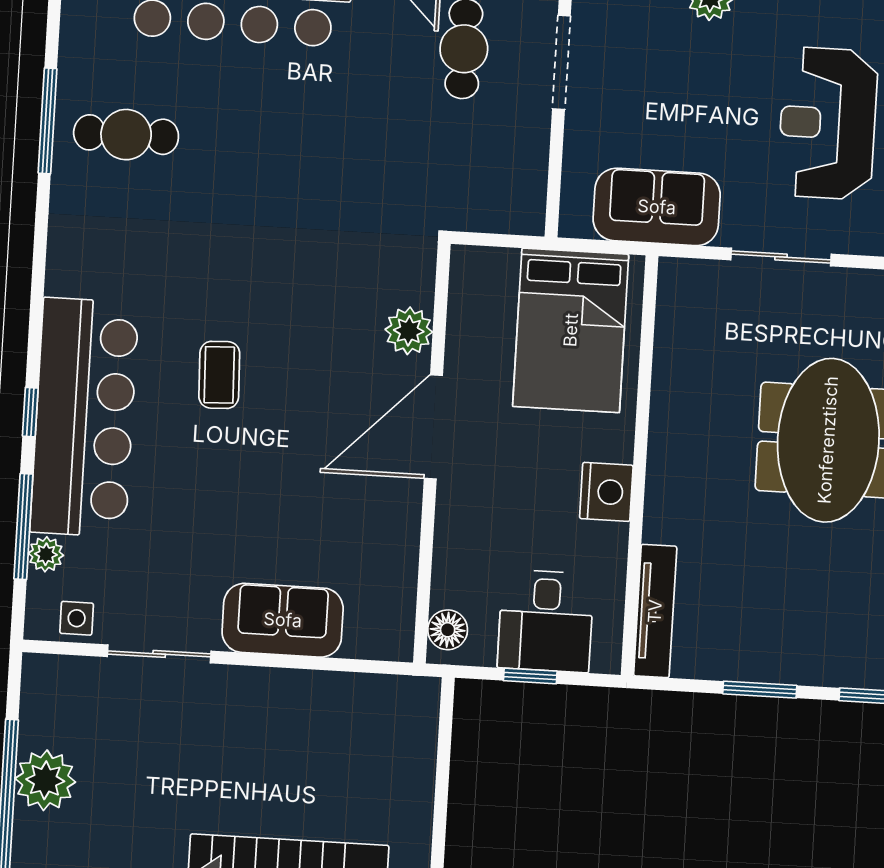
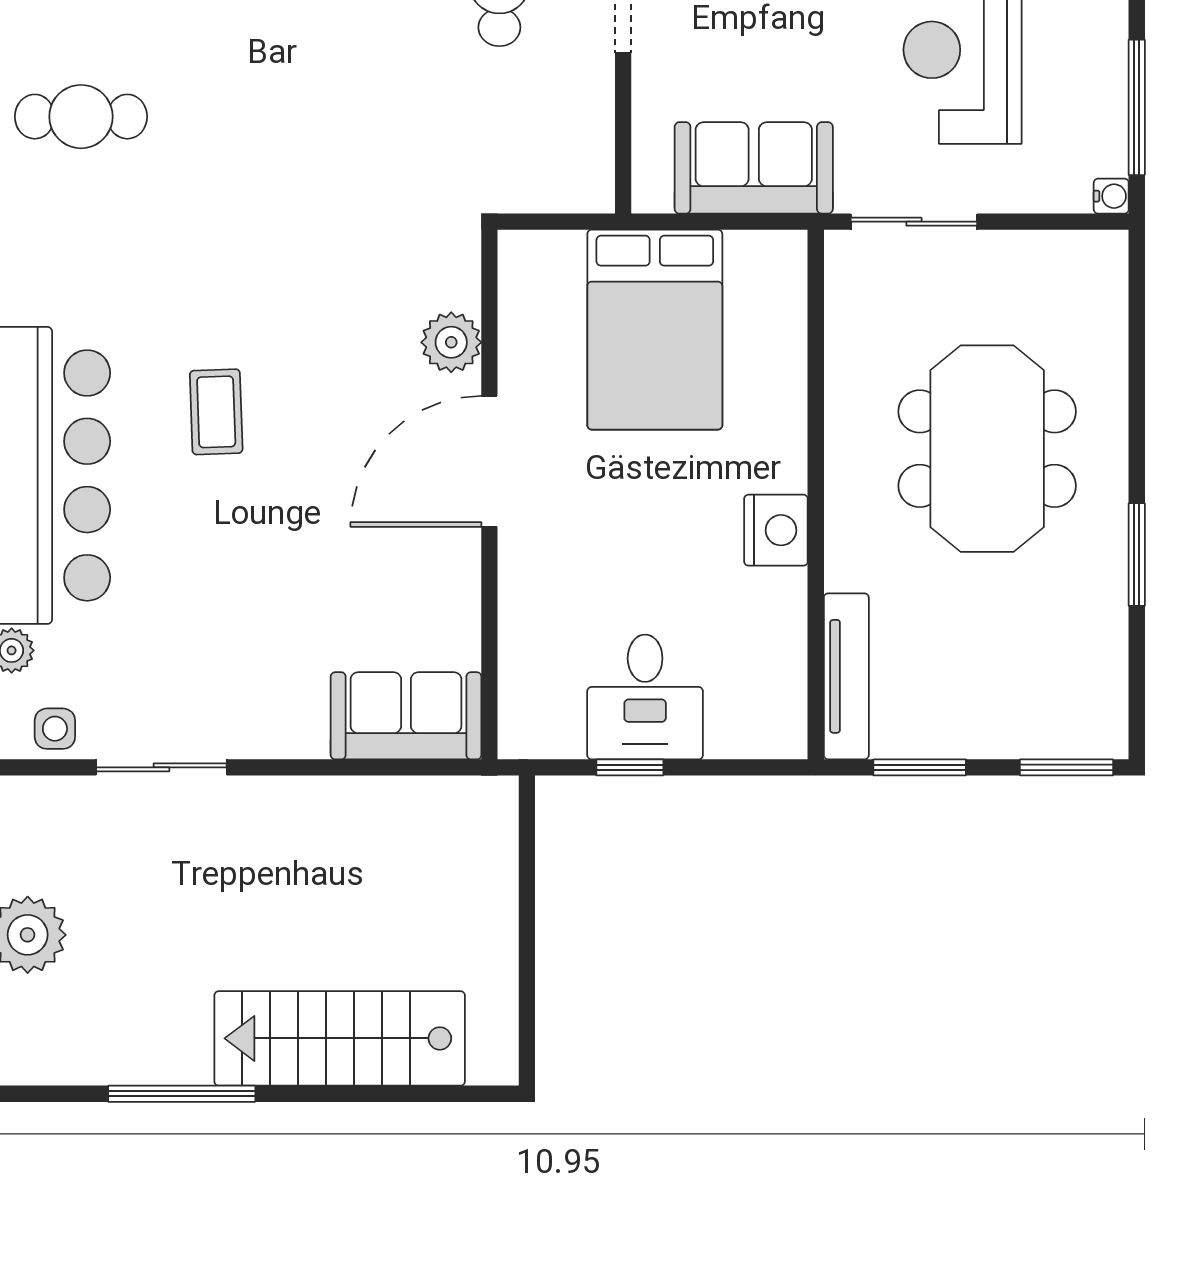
wall: (640, 466) -> (816, 495), moved
nightstand: (606, 492) -> (776, 530), moved
tv unit: (655, 611) -> (846, 676), moved
sofa: (283, 620) -> (406, 716), moved
floor lamp: (448, 630) -> (522, 715), removed

